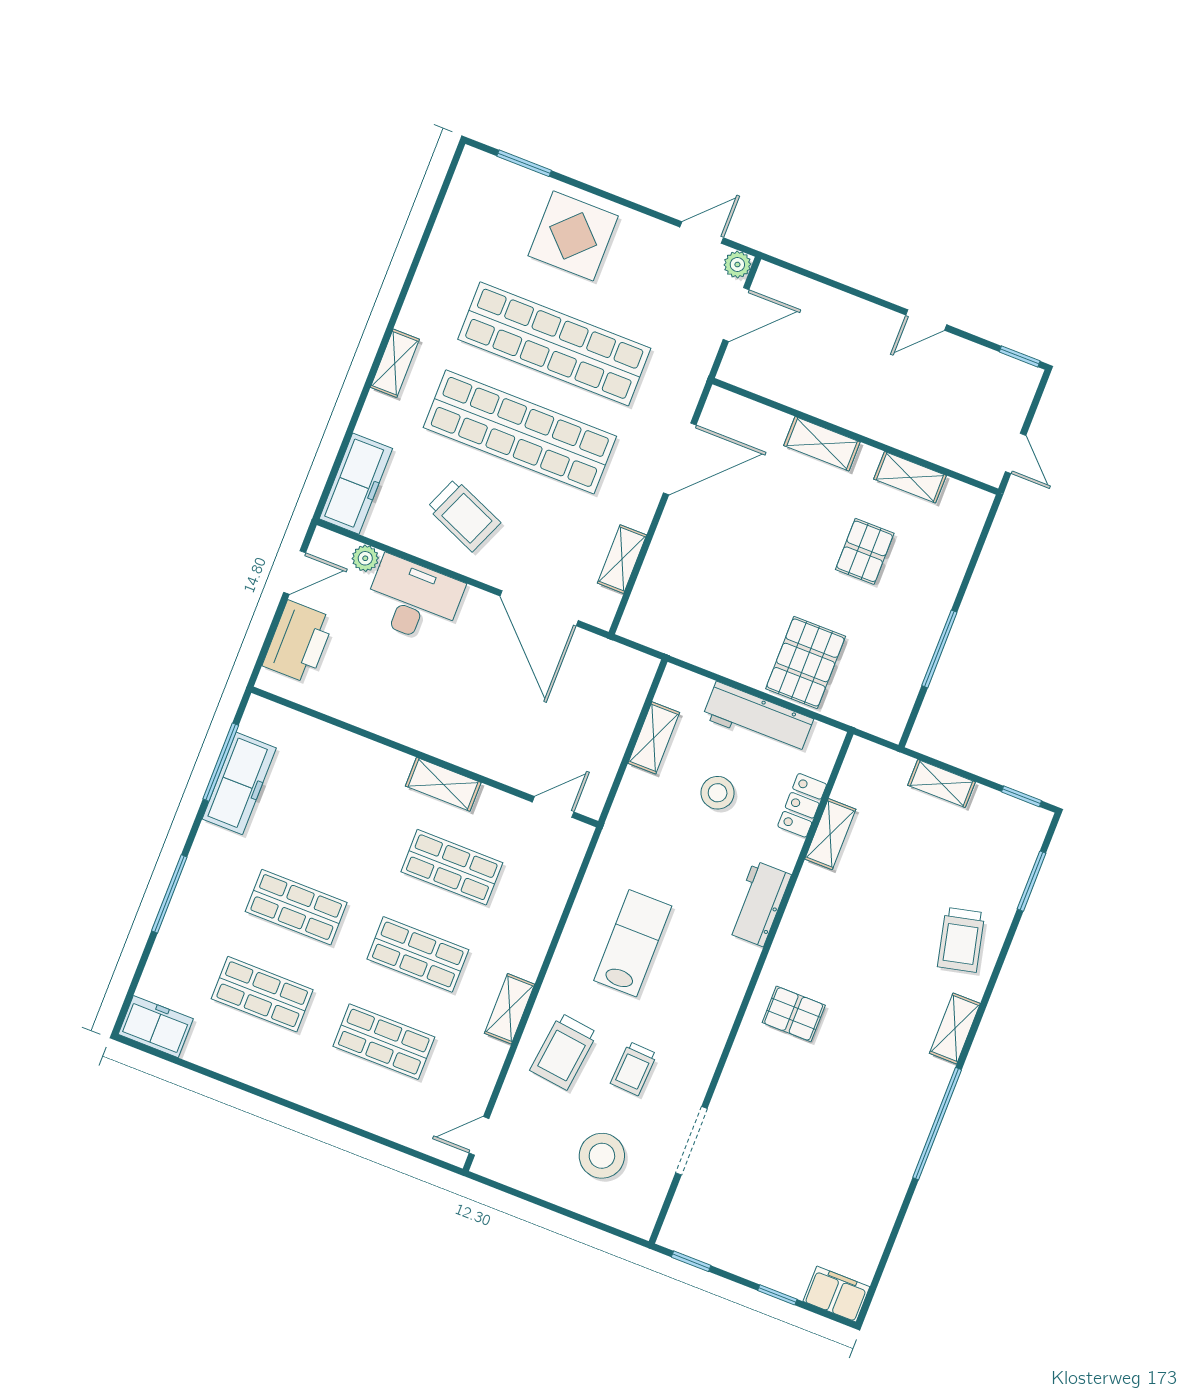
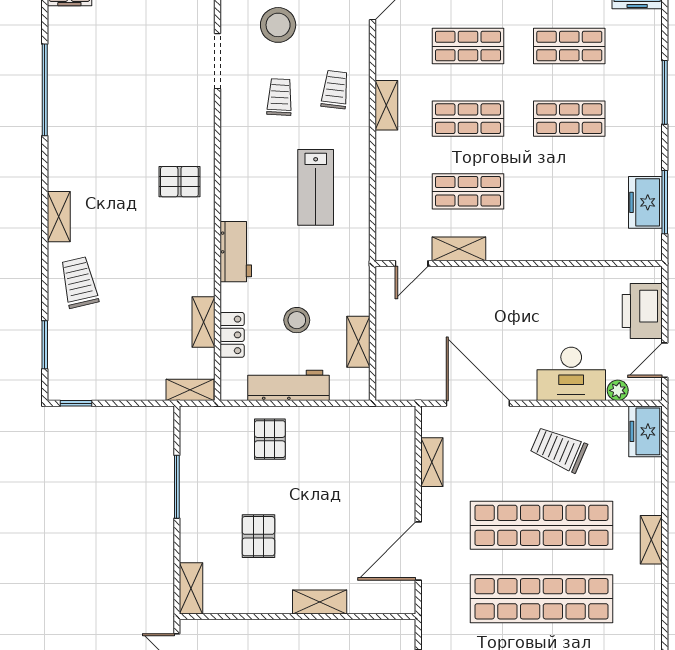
shelving: (910, 477) -> (191, 588), moved, turned 90
freezer: (356, 484) -> (646, 431), width x0.71
pallet: (806, 662) -> (270, 439), width x0.67, depth x0.71
freezer: (239, 783) -> (645, 202), width x0.71
shelving: (443, 784) -> (459, 249), moved
shelving: (941, 784) -> (190, 390), moved
trolley: (564, 1051) -> (335, 90), width x0.73, depth x0.72
window: (937, 1124) -> (45, 90), moved

